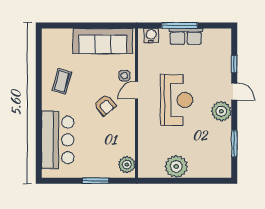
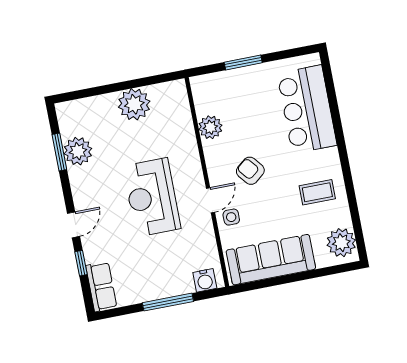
row of seats: (186, 36) -> (101, 287), moved, turned 90
plant: (52, 43) -> (341, 243), added
coffee table: (62, 81) -> (317, 192), turned 74
door: (234, 91) -> (74, 225), swing flipped
plant: (221, 111) -> (78, 151), moved
plant: (127, 165) -> (210, 127), moved

